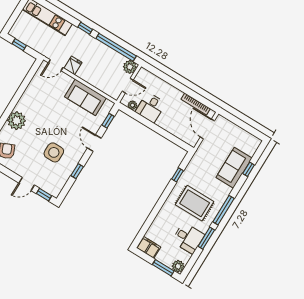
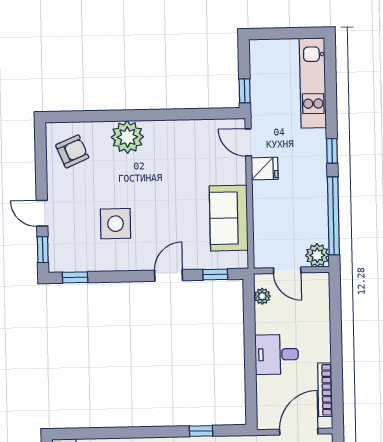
window: (19, 45) -> (245, 91), moved
desk: (151, 108) -> (277, 354), moved
window: (77, 171) -> (75, 277), moved

